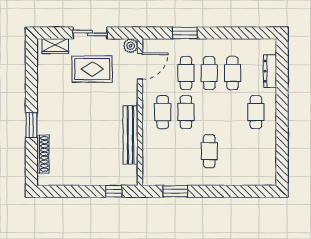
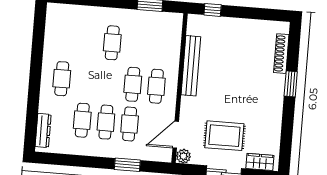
dresser: (270, 71) -> (43, 130), moved

